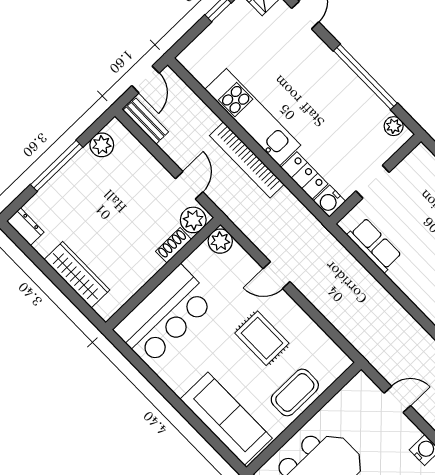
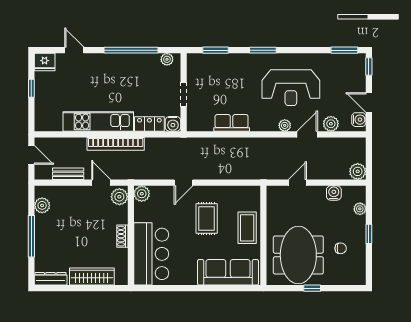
bench: (146, 121) -> (68, 174), moved
dresser: (25, 227) -> (51, 279), width x1.44
shoe rack: (174, 245) -> (122, 236), moved
row of seats: (374, 245) -> (232, 123), moved
rug: (262, 338) -> (207, 218), turned 90

